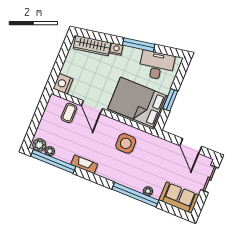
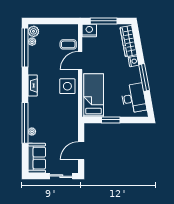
window: (59, 64) -> (104, 21), added
bed: (138, 102) -> (94, 95), width x0.67
side table: (126, 143) -> (67, 86), moved
fireplace: (84, 164) -> (33, 85), moved

